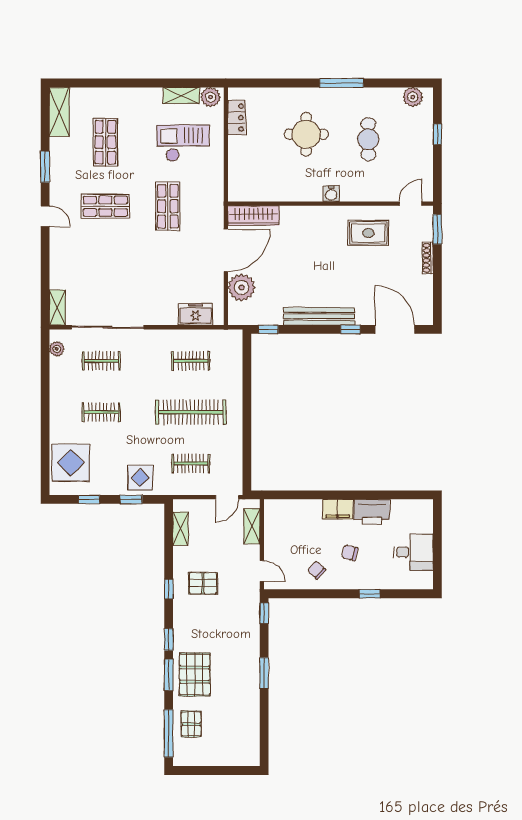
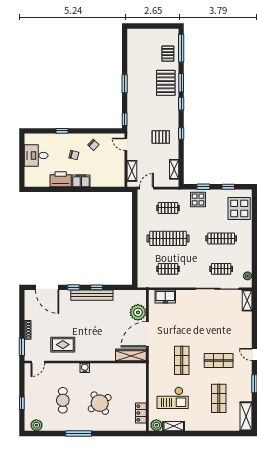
round table: (306, 134) -> (100, 403), turned -34
window: (268, 329) -> (97, 287), moved
clothes rail: (101, 412) -> (221, 238), width x1.36

